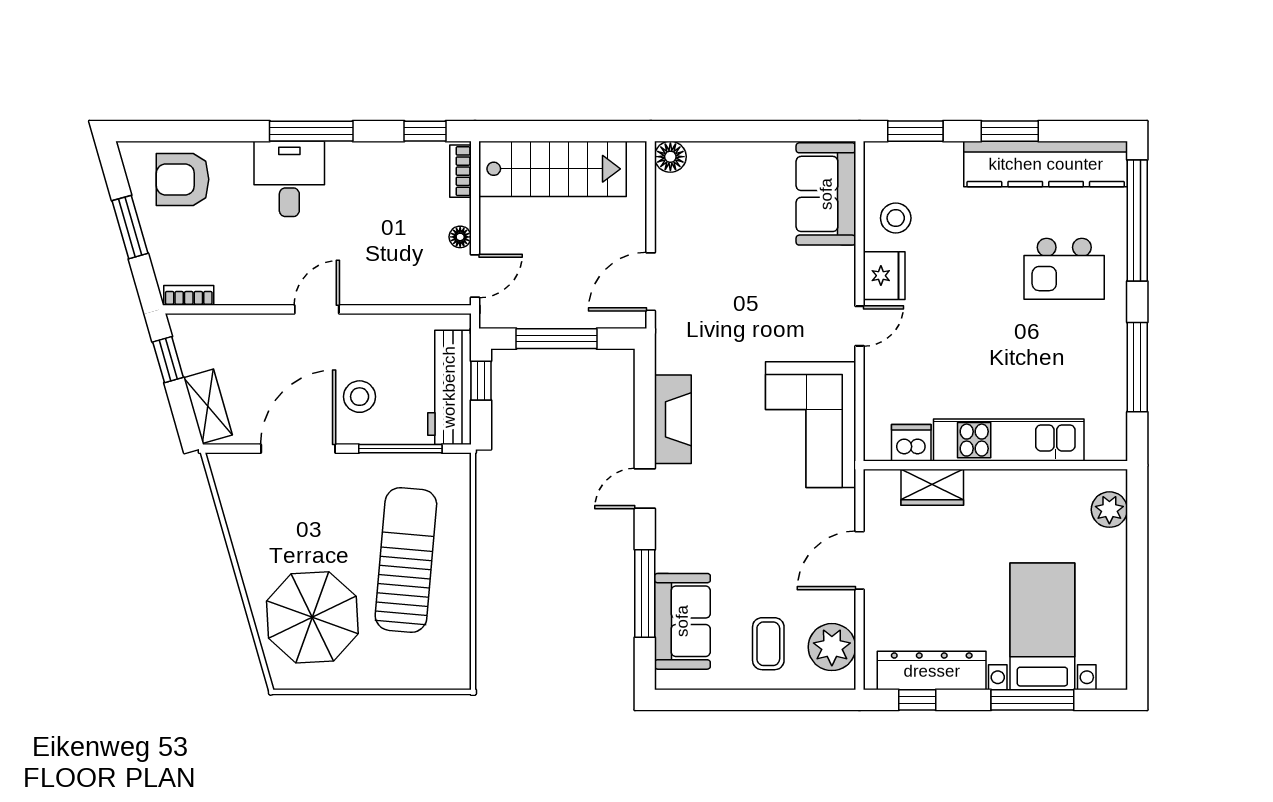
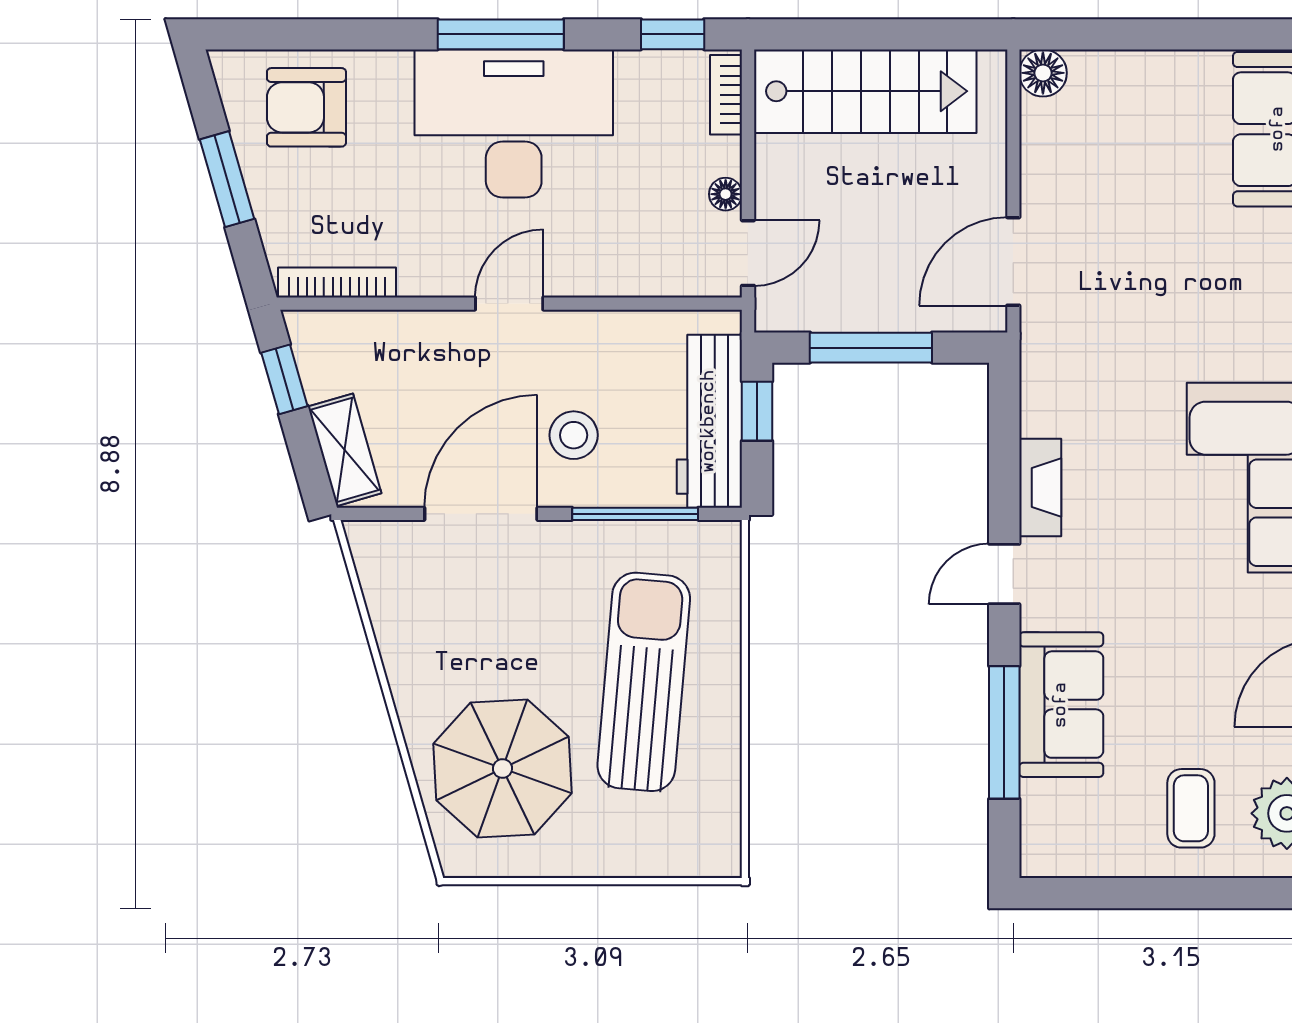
desk: (289, 179) -> (514, 123), width x1.87, depth x1.30
bookcase: (189, 295) -> (337, 282), width x1.56
fireplace: (673, 419) -> (1040, 488), width x0.73, depth x0.76
sofa: (682, 621) -> (1061, 705), moved

